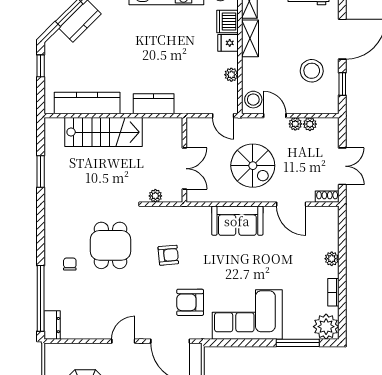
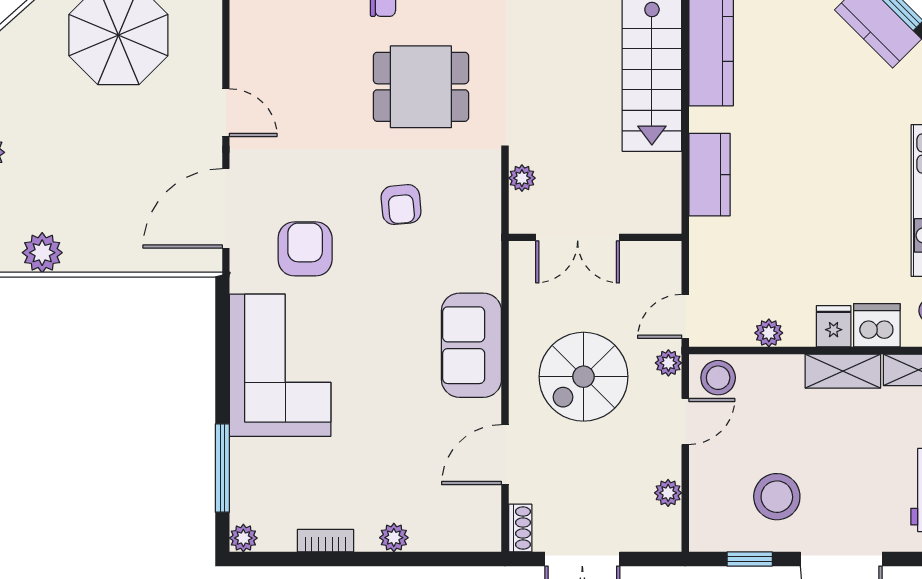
plant: (295, 124) -> (668, 363), moved
plant: (326, 327) -> (243, 538), width x0.53, depth x0.53

